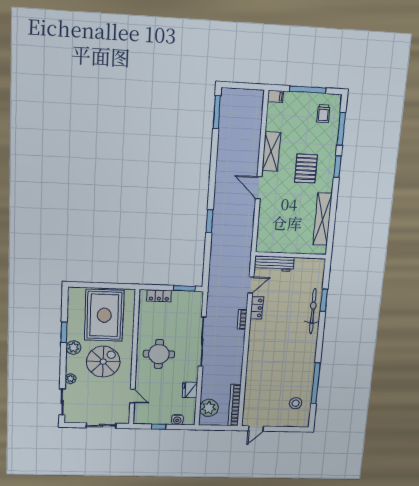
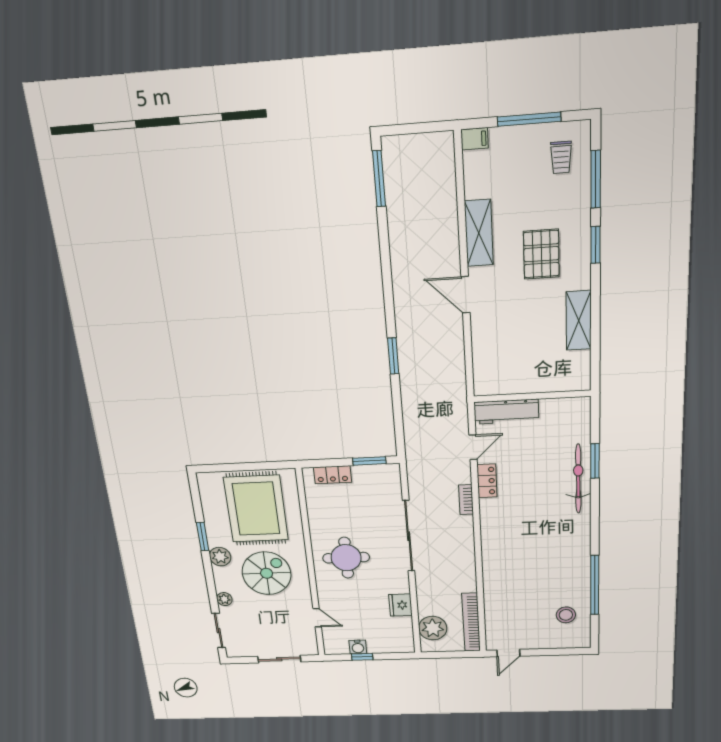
shelving: (322, 219) -> (579, 320), width x0.68
water cooler: (177, 420) -> (358, 647), moved

